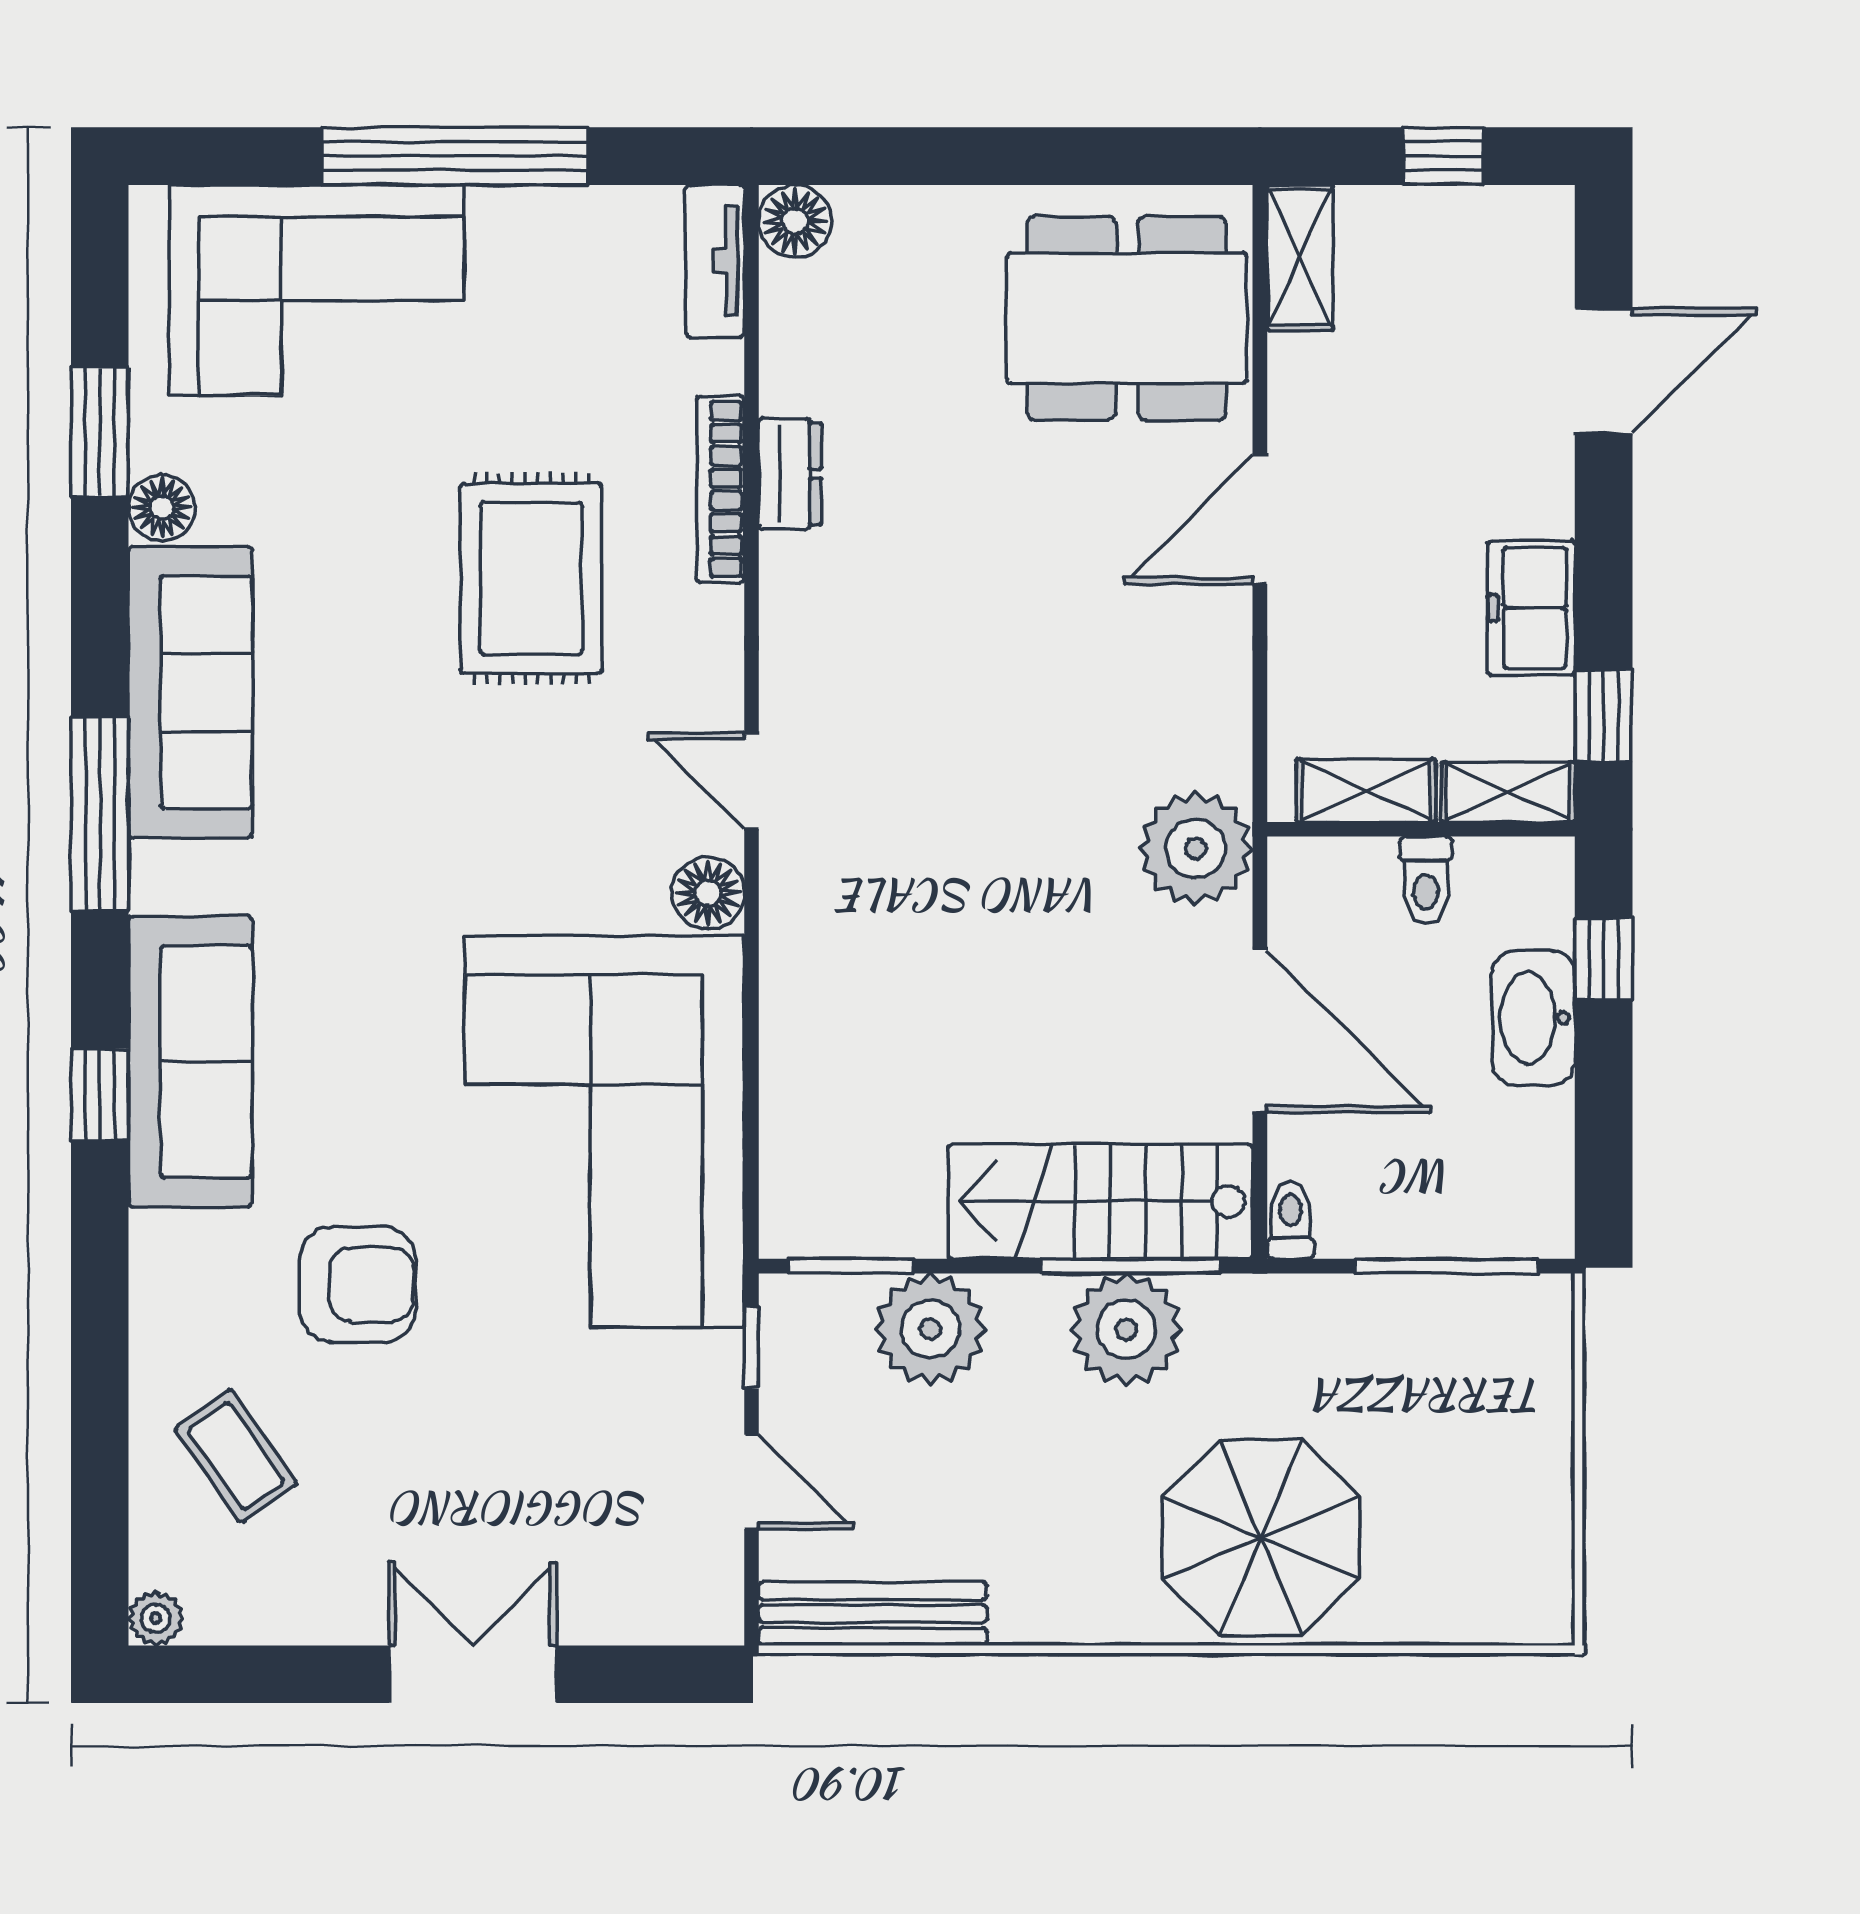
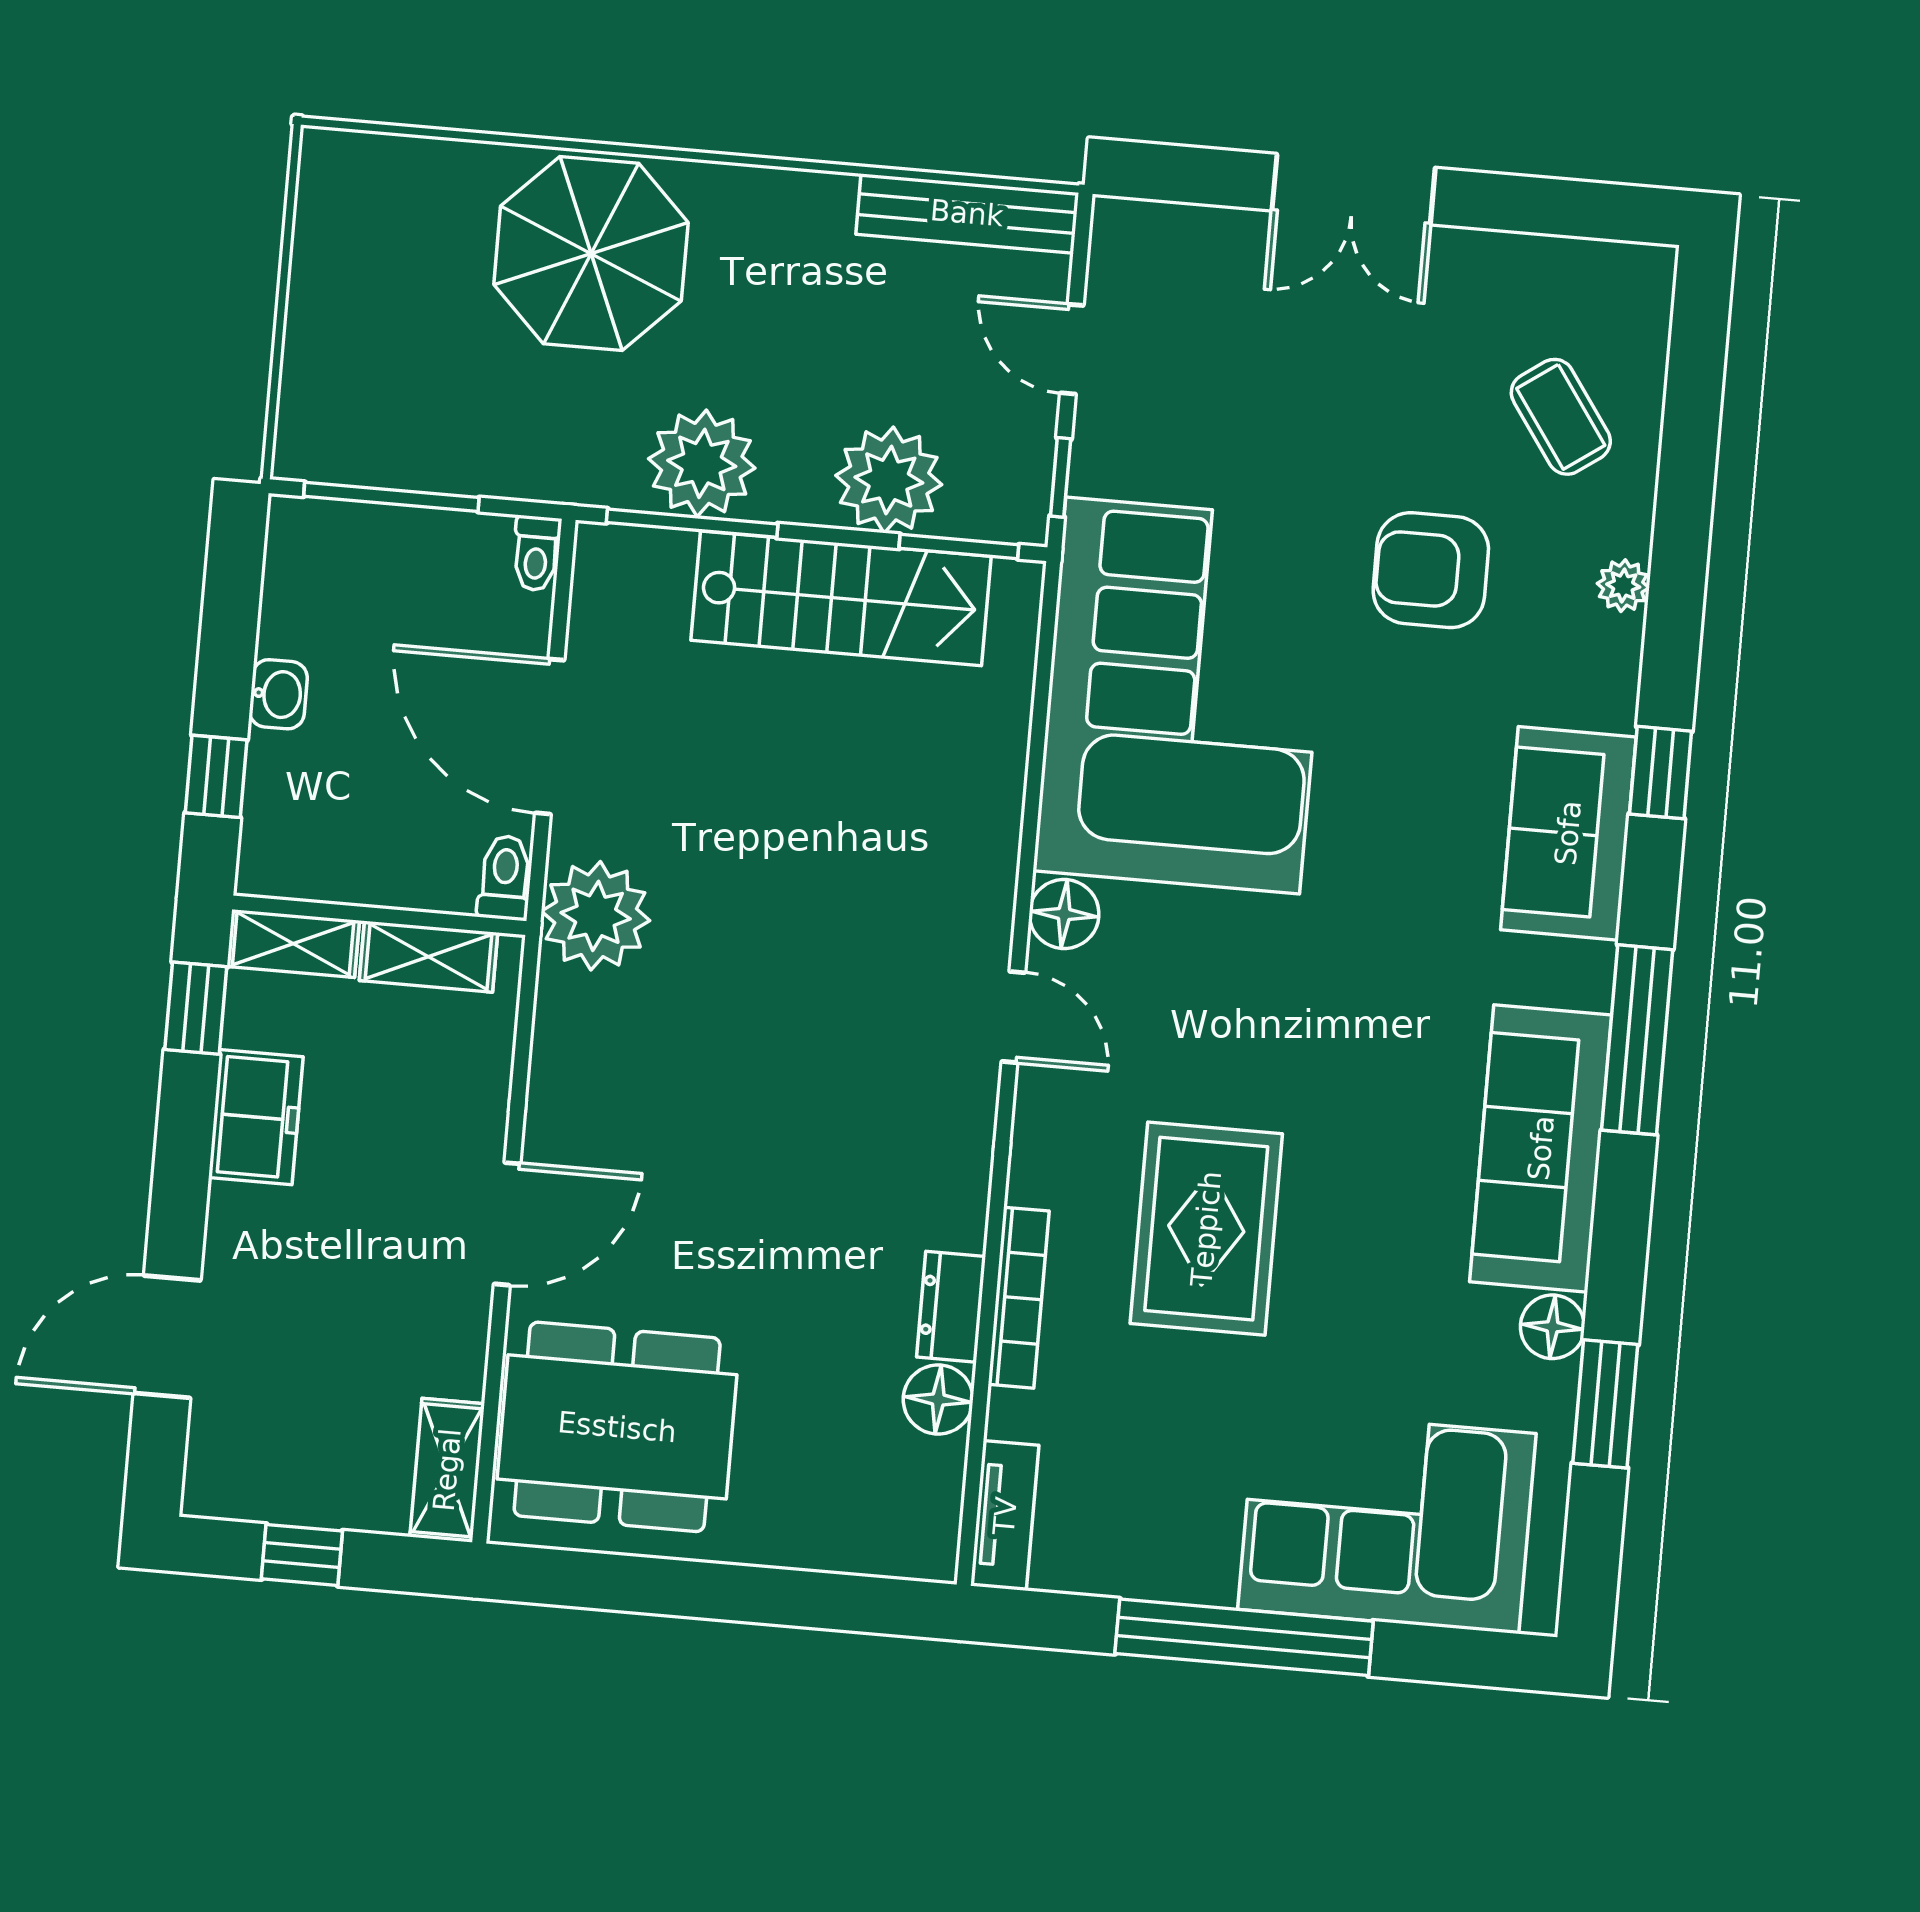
floor lamp: (795, 221) -> (938, 1399), moved
toilet: (1426, 880) -> (505, 878), moved
washbasin: (1534, 1018) -> (278, 694), width x0.52, depth x0.69
sofa: (190, 1061) -> (1568, 833), width x0.73
stairs: (1100, 1201) -> (841, 598), moved
plant: (156, 1618) -> (1623, 586), moved

